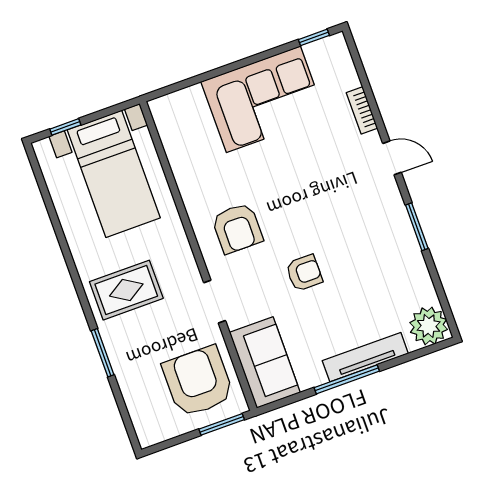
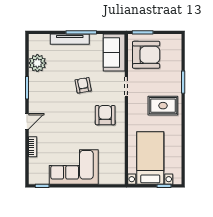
door: (392, 158) -> (27, 121), swing flipped
armchair: (304, 273) -> (83, 85), turned 80
plant: (429, 326) -> (37, 63), moved
armchair: (198, 381) -> (146, 55), turned -90

